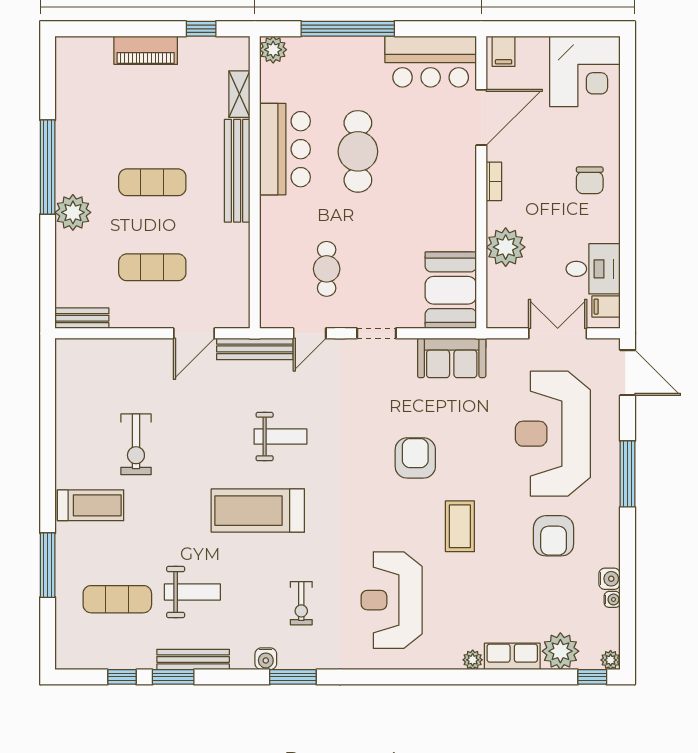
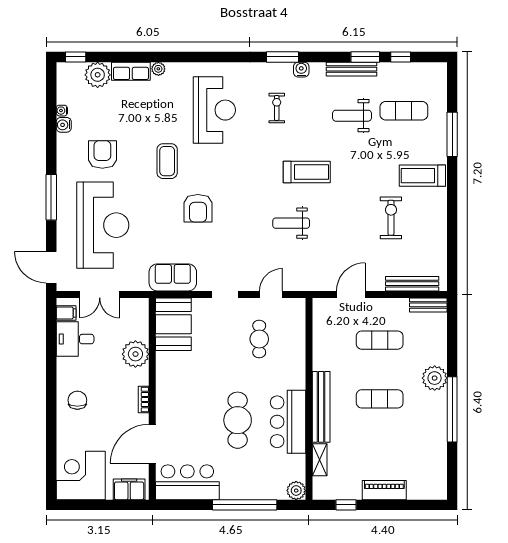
filing cabinet: (504, 51) -> (129, 489), width x2.00
bench: (255, 349) -> (412, 284), moved
treadmill: (258, 511) -> (307, 172), width x0.73, depth x0.73
plant: (611, 660) -> (63, 69), removed

